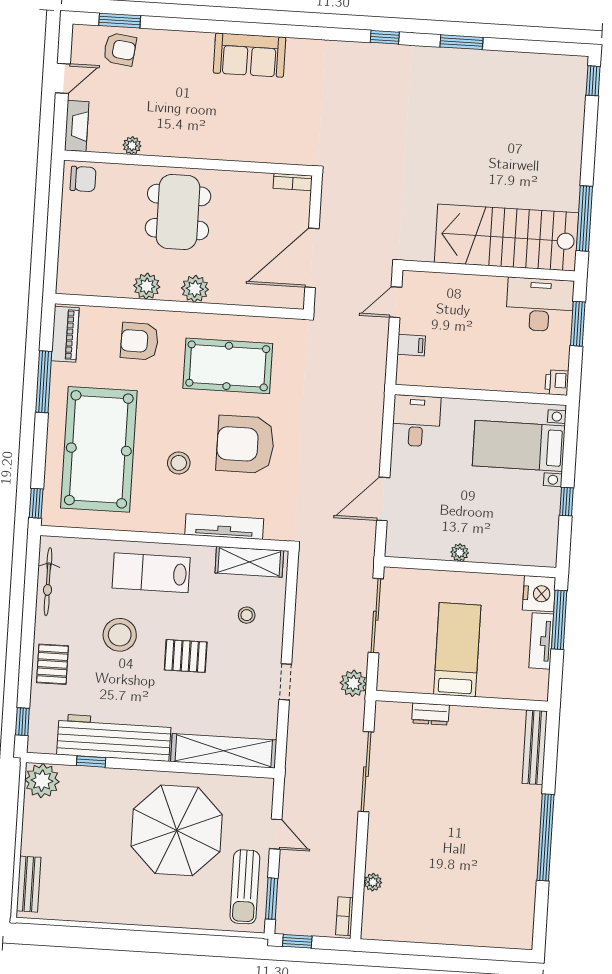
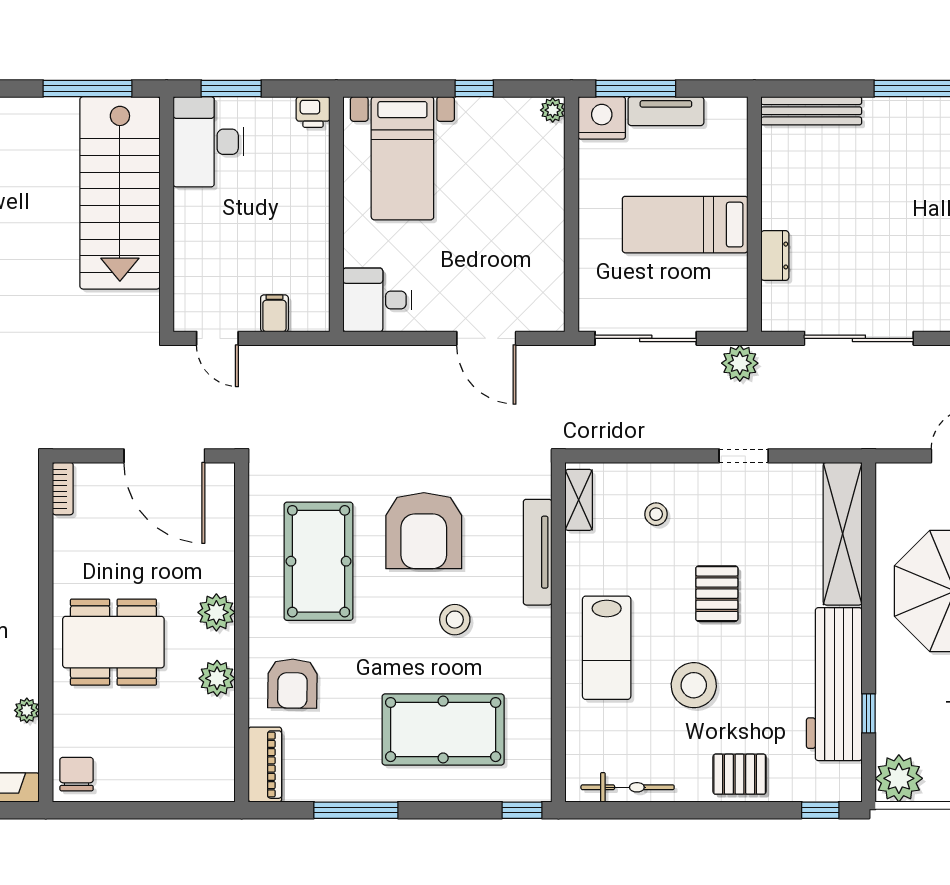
piano: (65, 334) -> (265, 765), moved, turned 90
pool table: (99, 449) -> (443, 730), width x0.73, depth x0.76
plant: (460, 553) -> (553, 110), moved
shelving: (249, 562) -> (579, 500), width x0.67, depth x0.75

